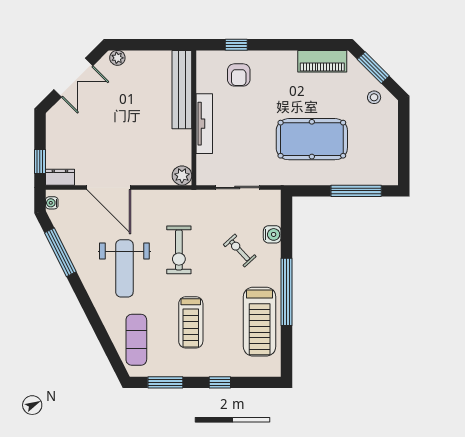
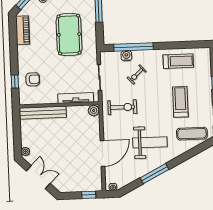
tv unit: (204, 124) -> (76, 98), moved
dresser: (60, 177) -> (98, 183), removed
exercise bike: (179, 250) -> (122, 107), moved
window: (60, 252) -> (155, 174), moved
window: (287, 292) -> (133, 47), moved
treadmill: (191, 322) -> (180, 102), turned -90
treadmill: (260, 322) -> (178, 61), width x0.73, depth x0.73

